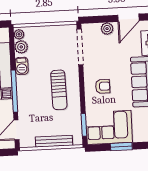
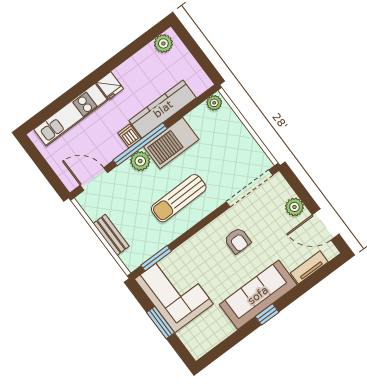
plant: (21, 47) -> (140, 161), moved
barbecue: (22, 66) -> (171, 143), width x1.88, depth x1.53
armchair: (103, 86) -> (238, 241), moved
bench: (54, 141) -> (111, 235), width x0.73

